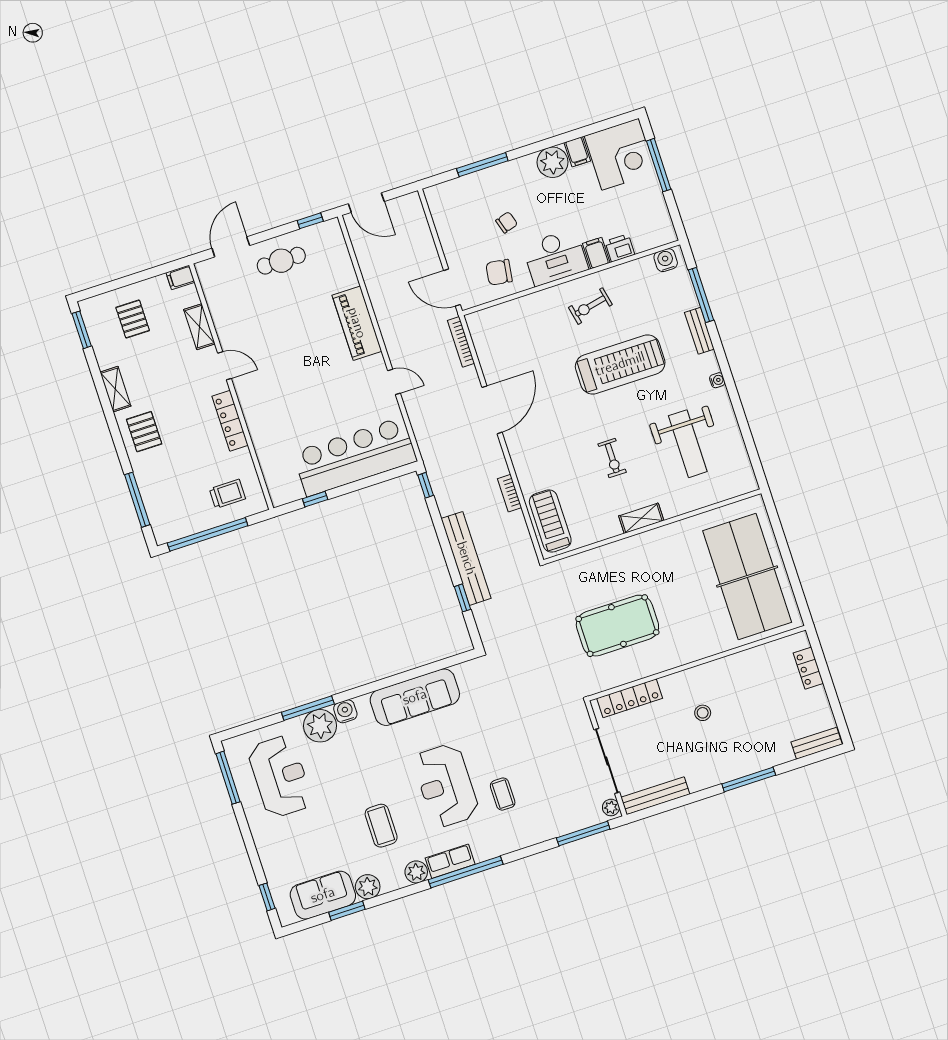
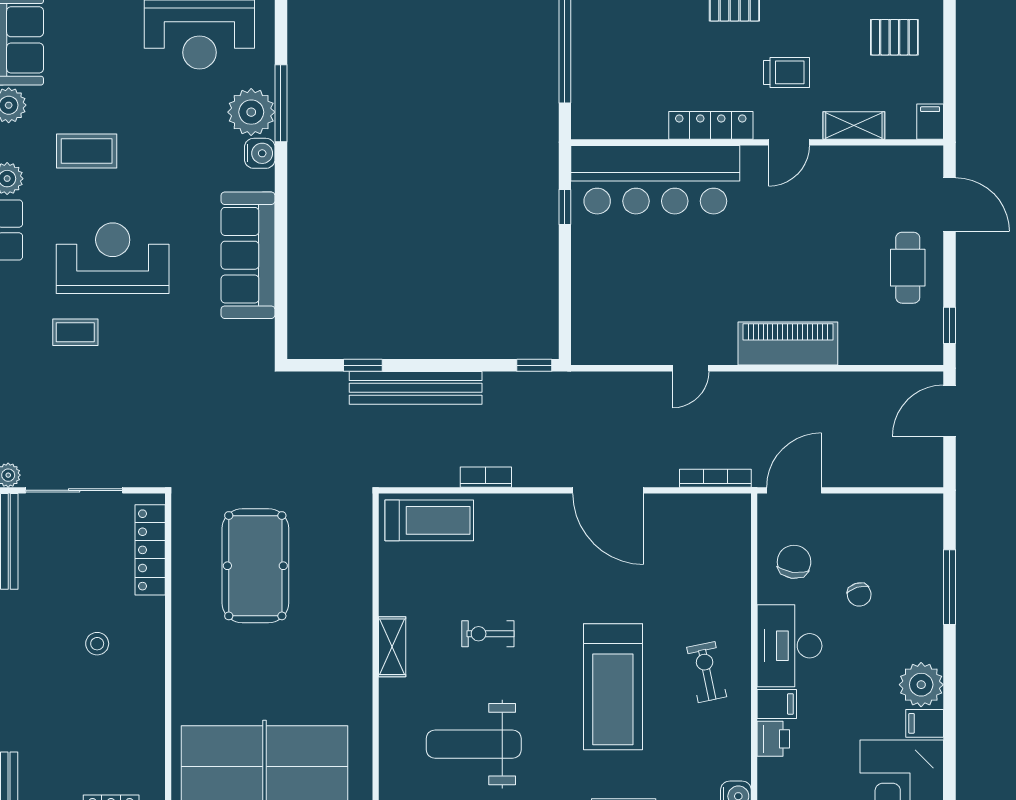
bar counter: (355, 457) -> (655, 180), moved, turned 90
trolley: (227, 494) -> (787, 72), moved, turned -90

